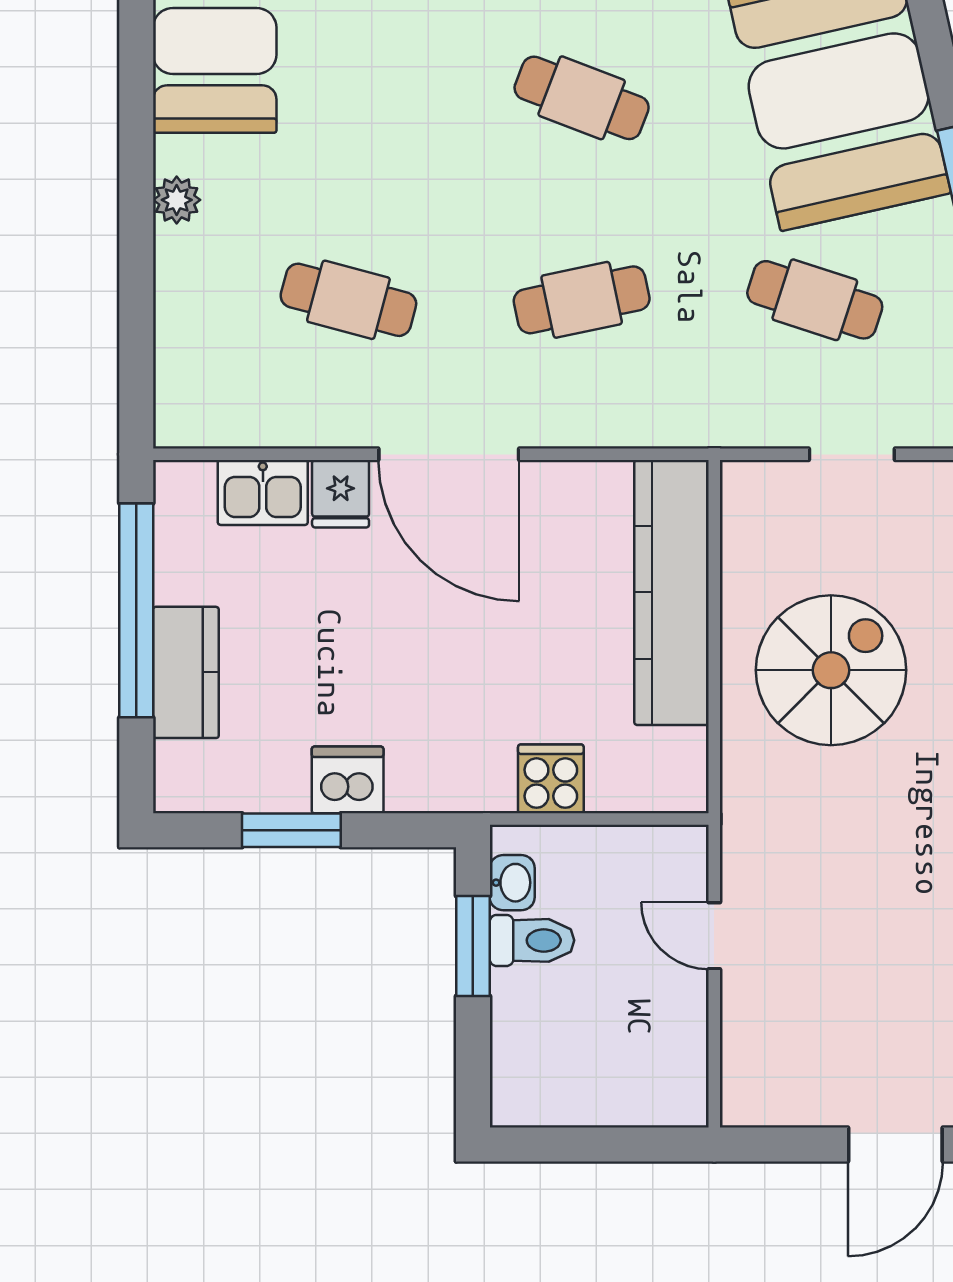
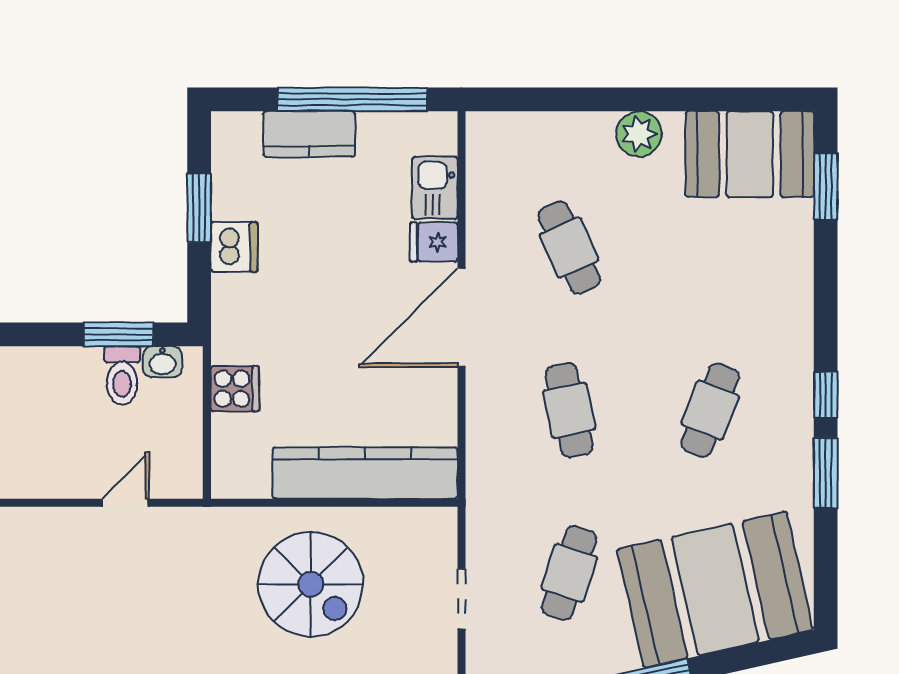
plant: (177, 200) -> (639, 134), width x1.38, depth x1.38
cafe table: (348, 300) -> (569, 247), turned -39

